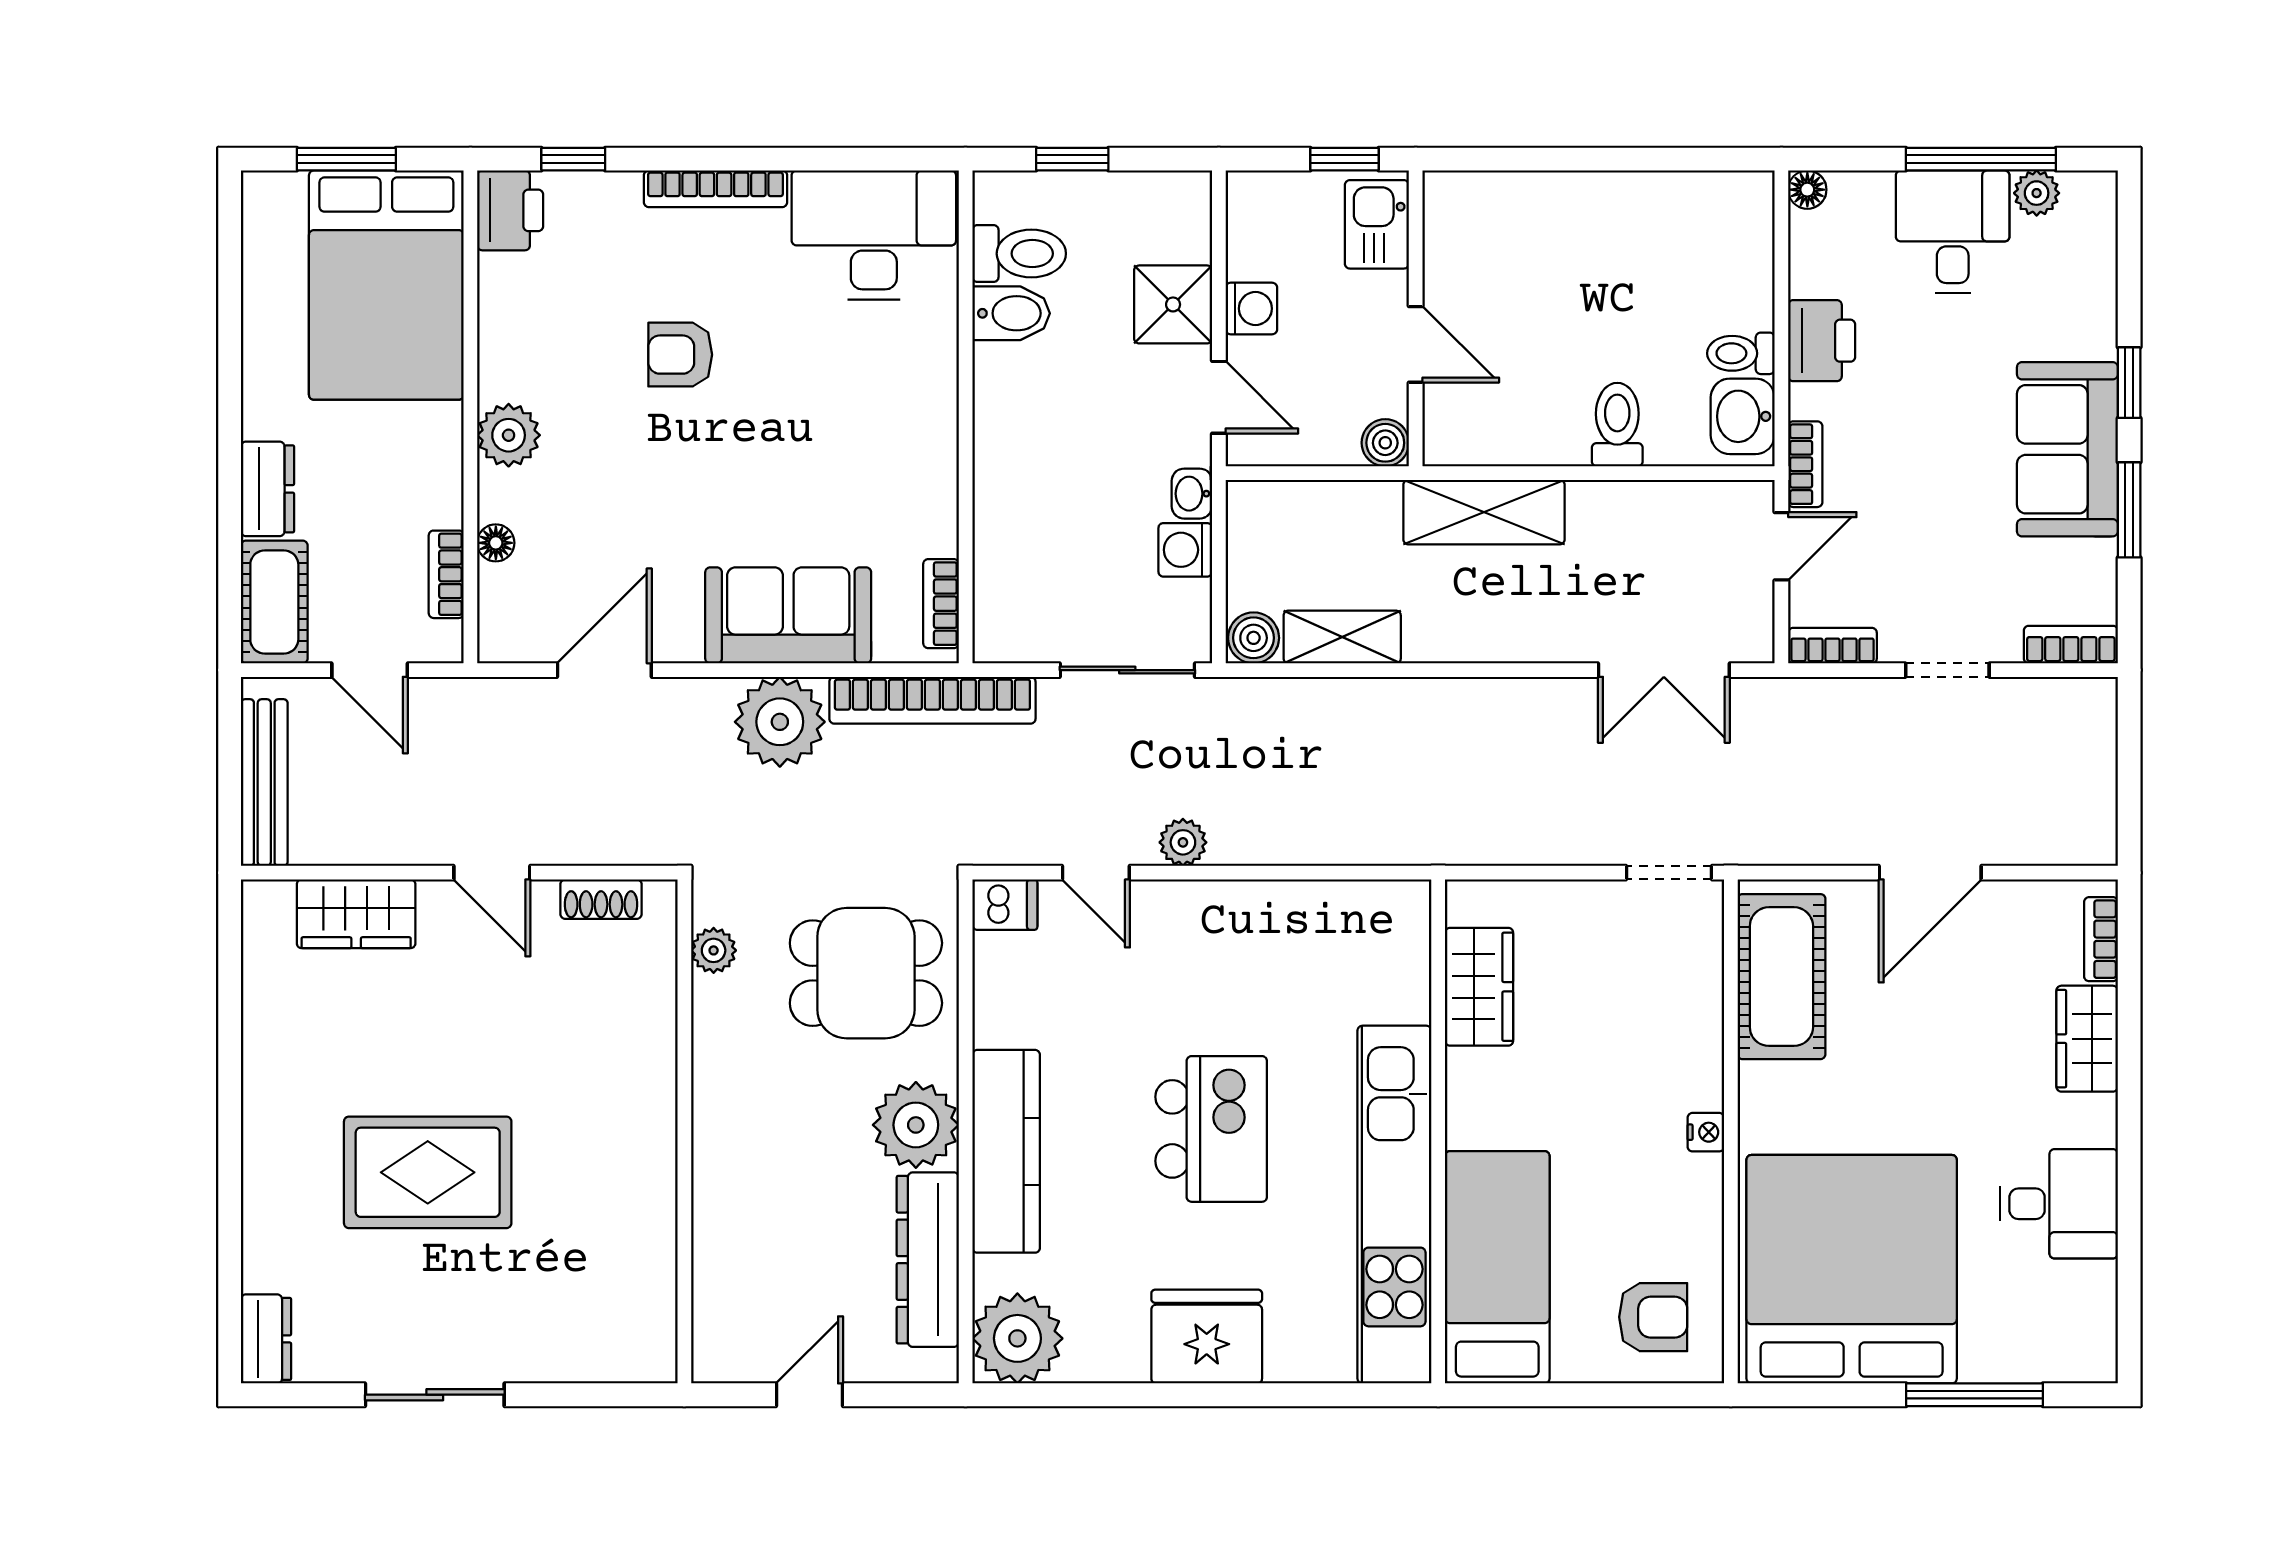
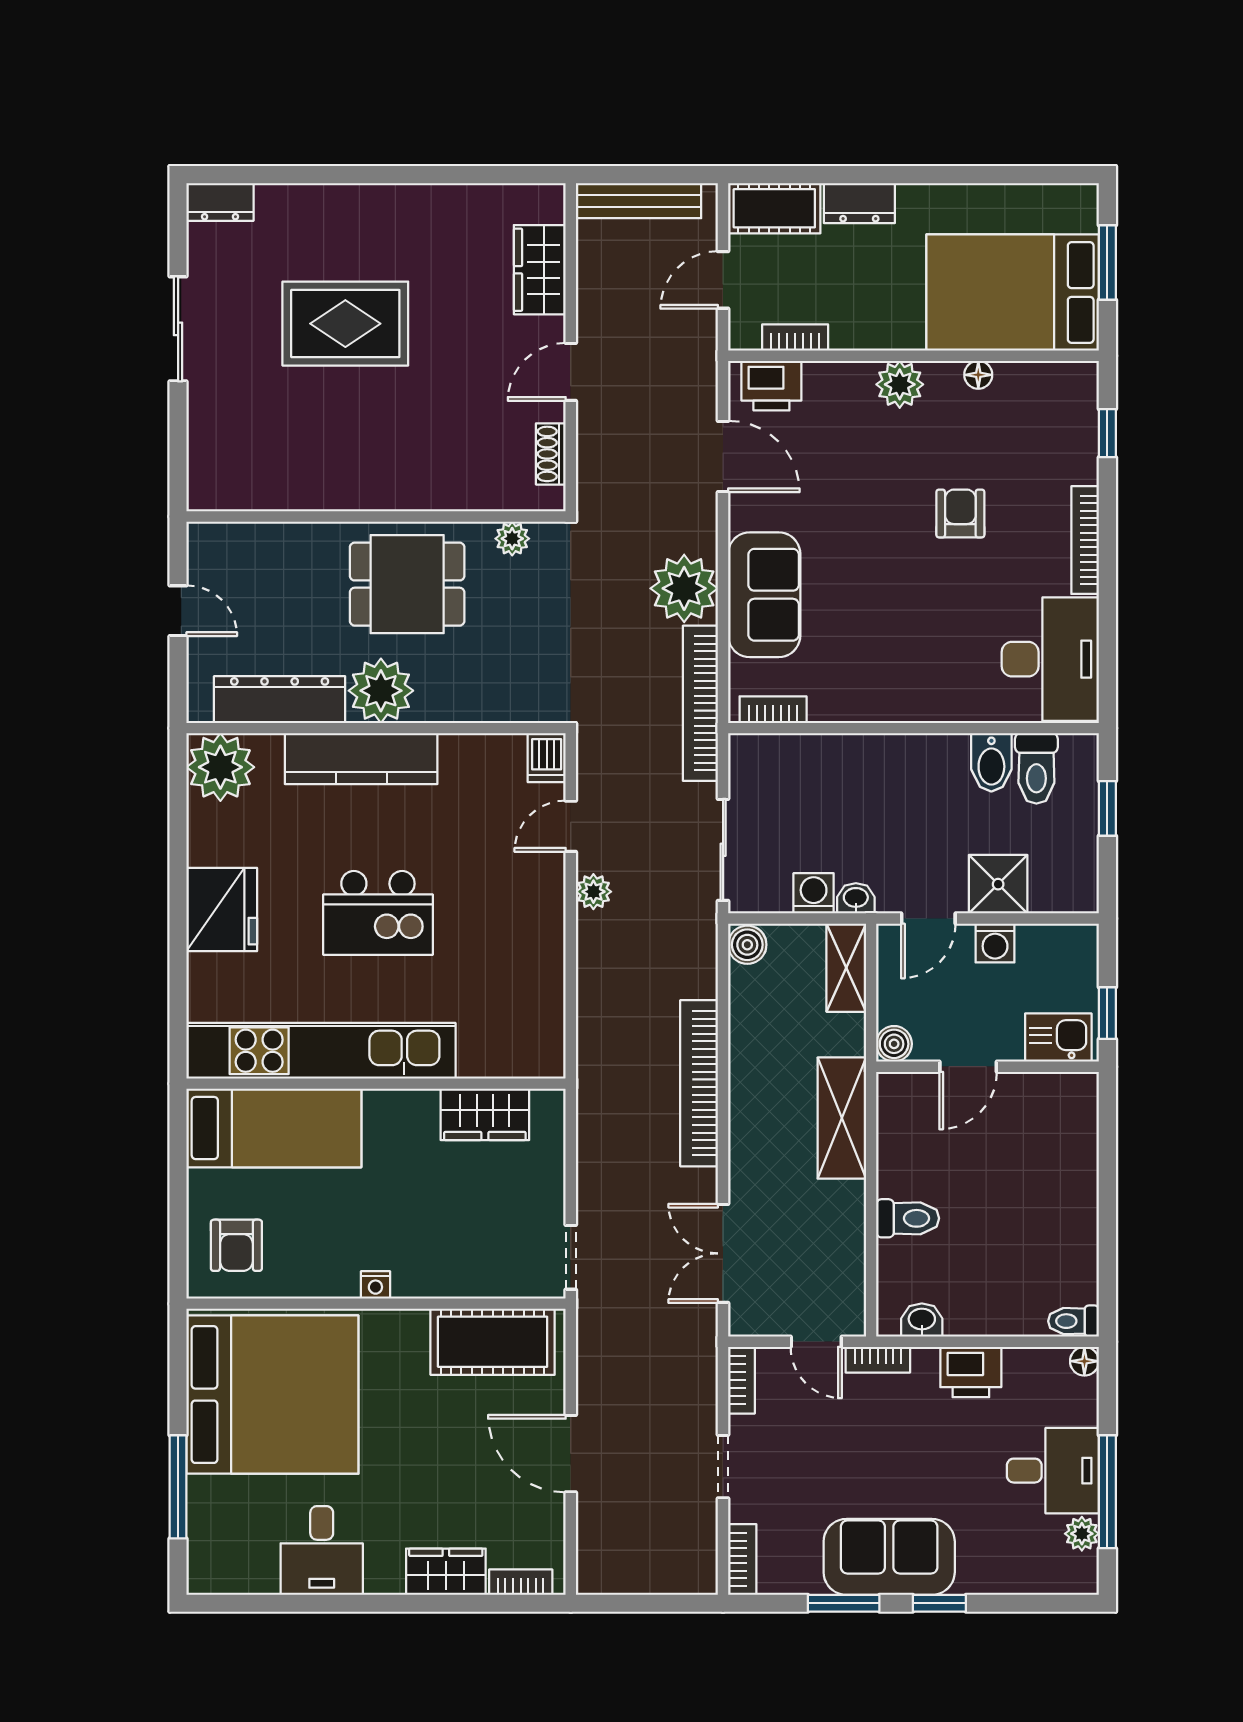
printer: (510, 210) -> (771, 386), moved
toilet: (1741, 353) -> (1073, 1321), moved, turned -90
washbasin: (1743, 416) -> (922, 1320), width x0.72, depth x0.69
floor lamp: (496, 543) -> (978, 375), moved
shelving: (1342, 637) -> (846, 968), moved
bookcase: (1438, 702) -> (699, 1083), added
dining table: (866, 973) -> (407, 584), moved, turned 90
rug: (428, 1172) -> (345, 324), turned 90

